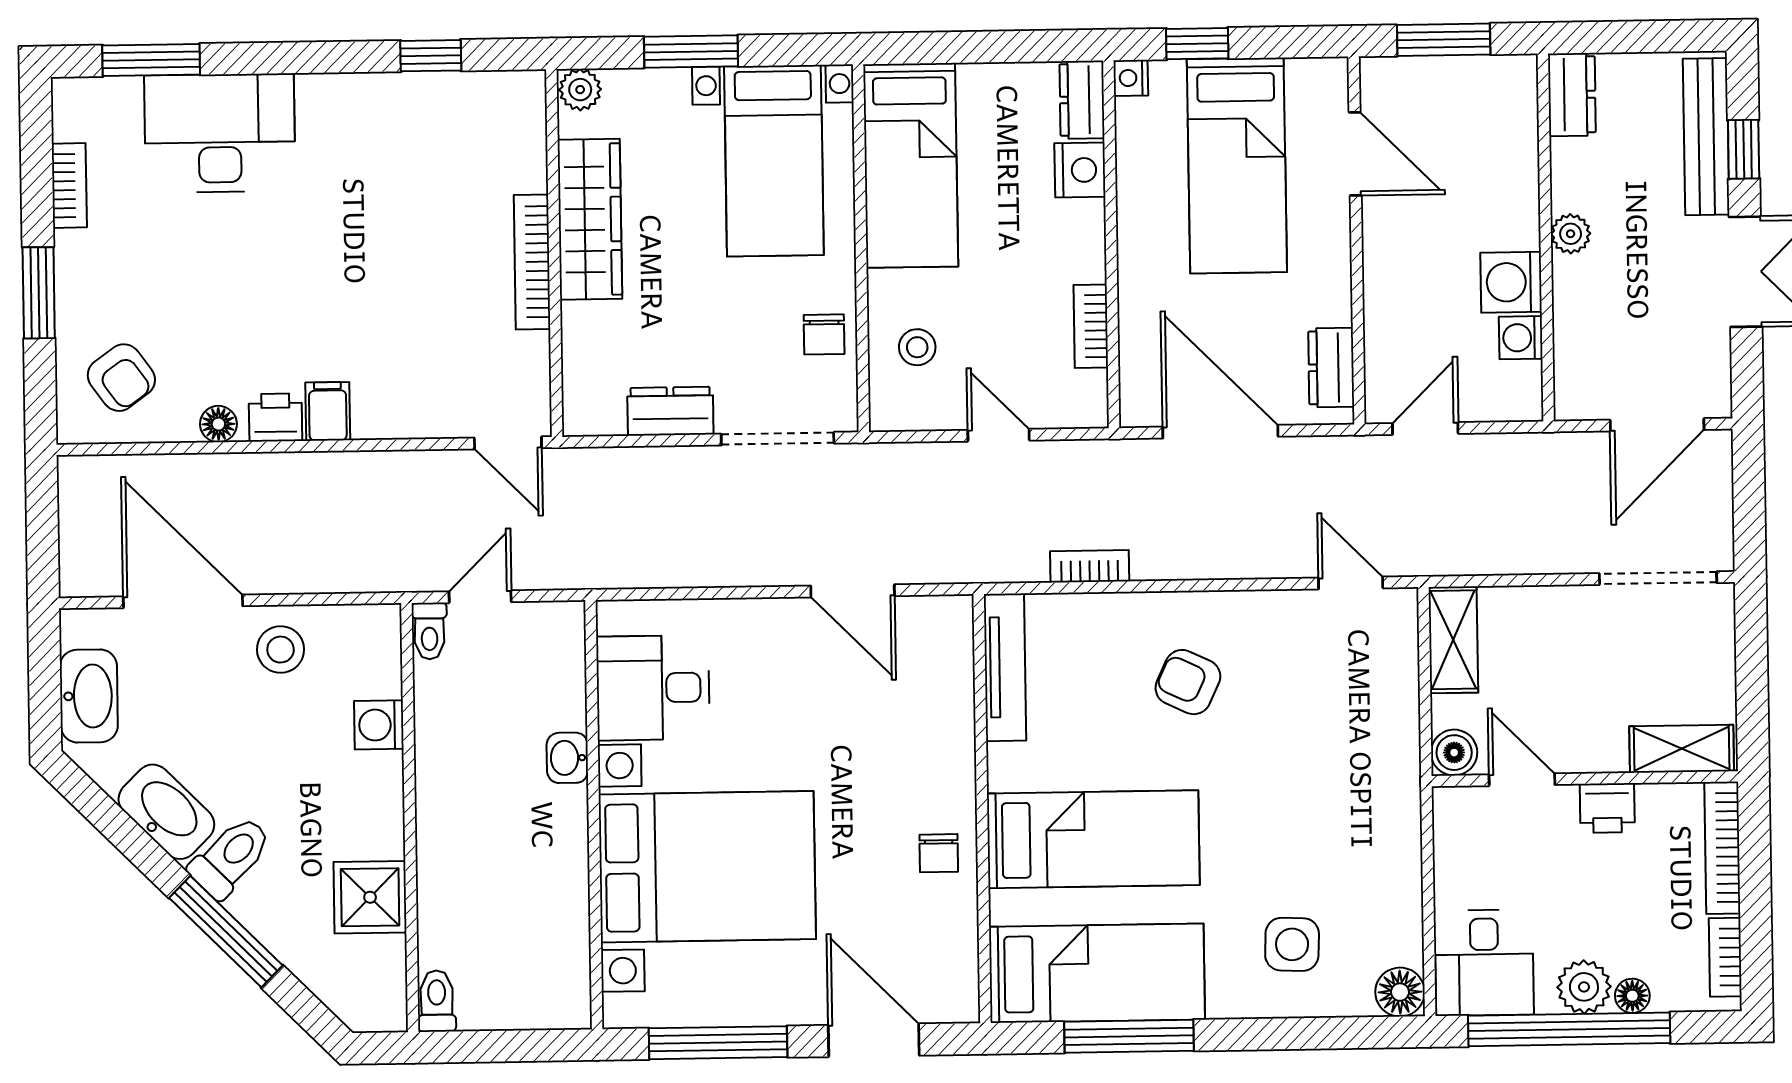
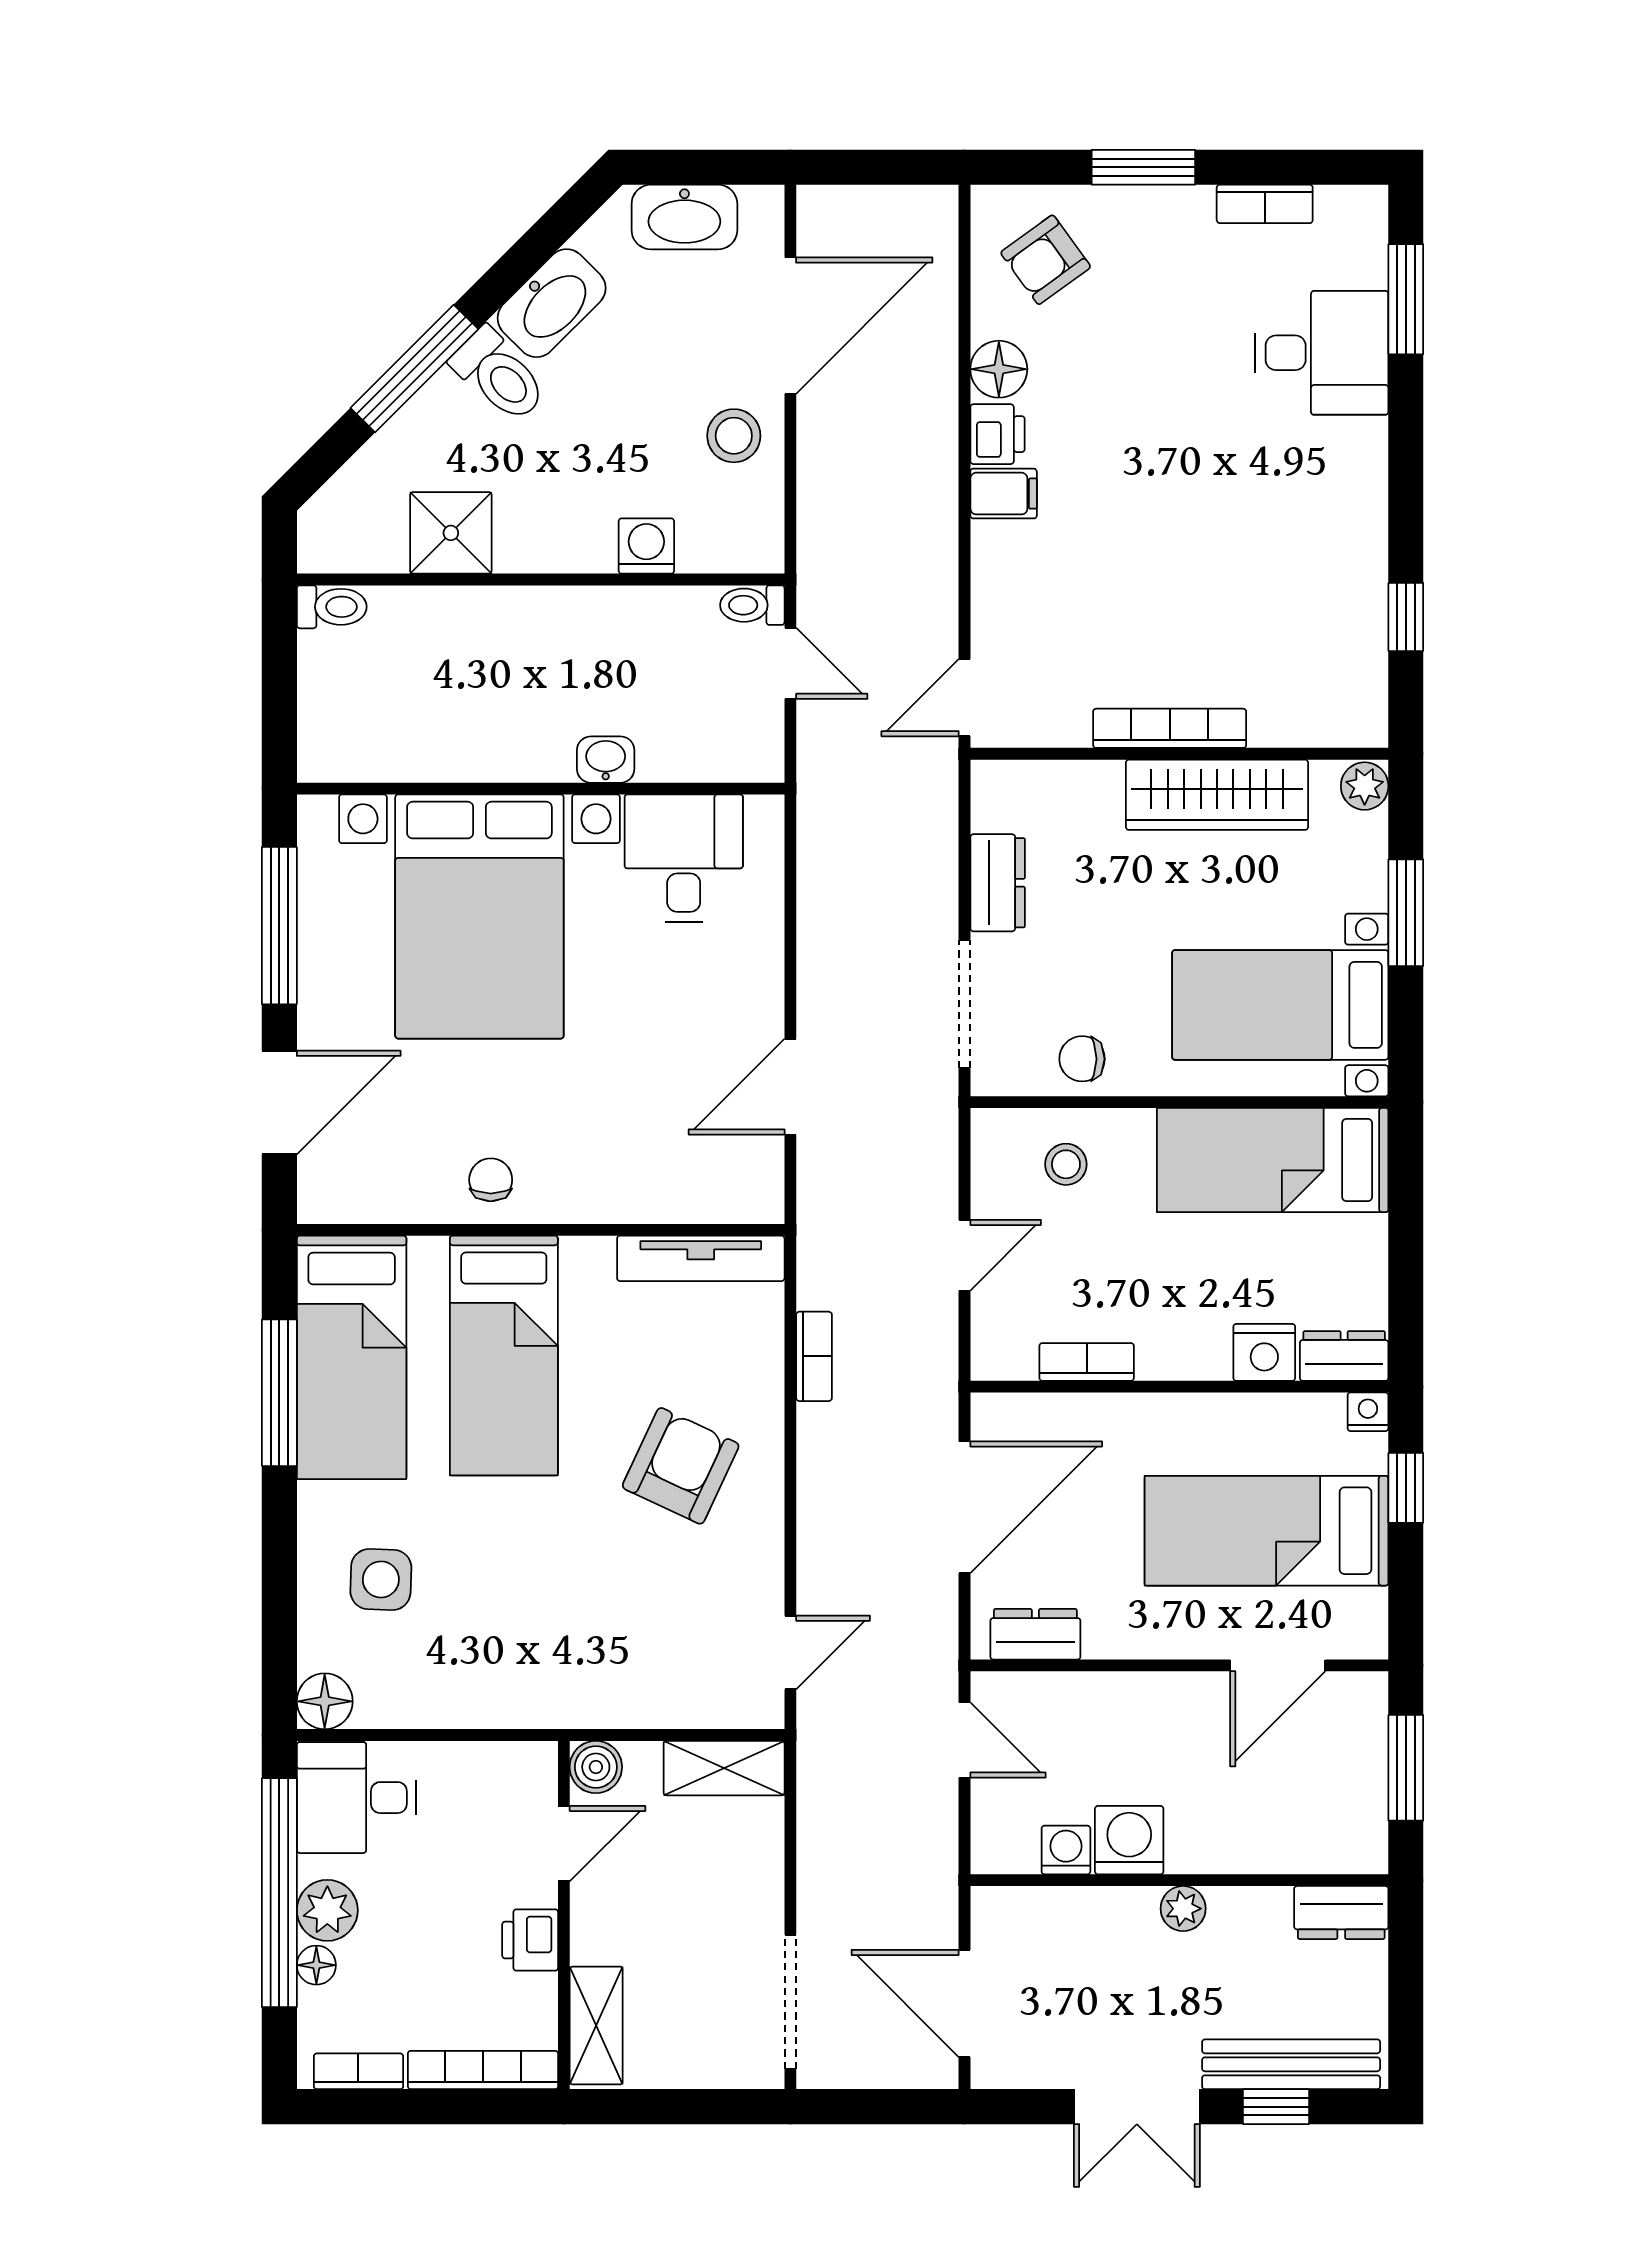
desk: (220, 133) -> (1322, 353), width x0.73
floor lamp: (218, 424) -> (999, 369), width x1.37, depth x1.37
armchair: (1188, 682) -> (681, 1466), width x1.38, depth x1.38
chair: (939, 853) -> (491, 1180), turned 90

